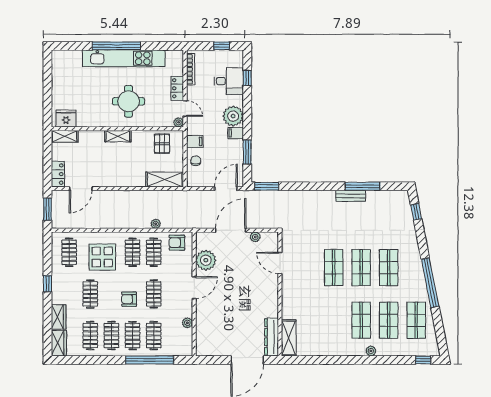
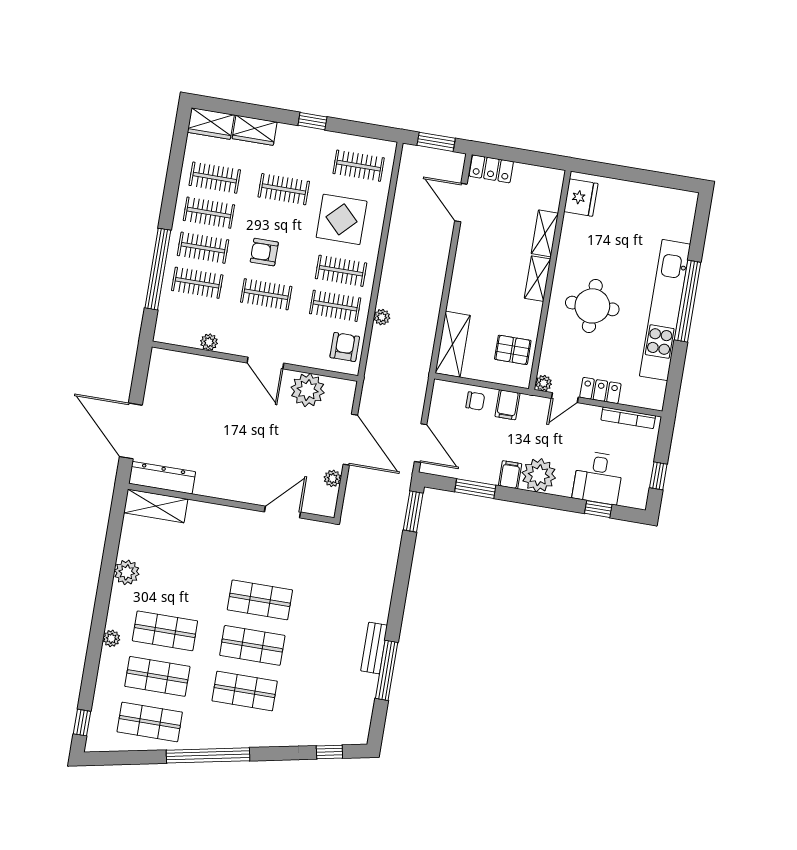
shelving: (65, 136) -> (545, 233), moved
armchair: (129, 299) -> (264, 252), turned -90
plant: (331, 348) -> (127, 572), added

